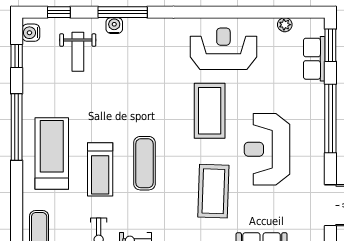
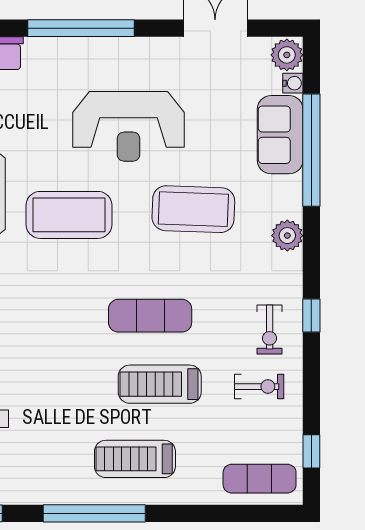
treadmill: (52, 153) -> (135, 459), width x0.73, depth x0.73
treadmill: (100, 169) -> (160, 384), turned 180

